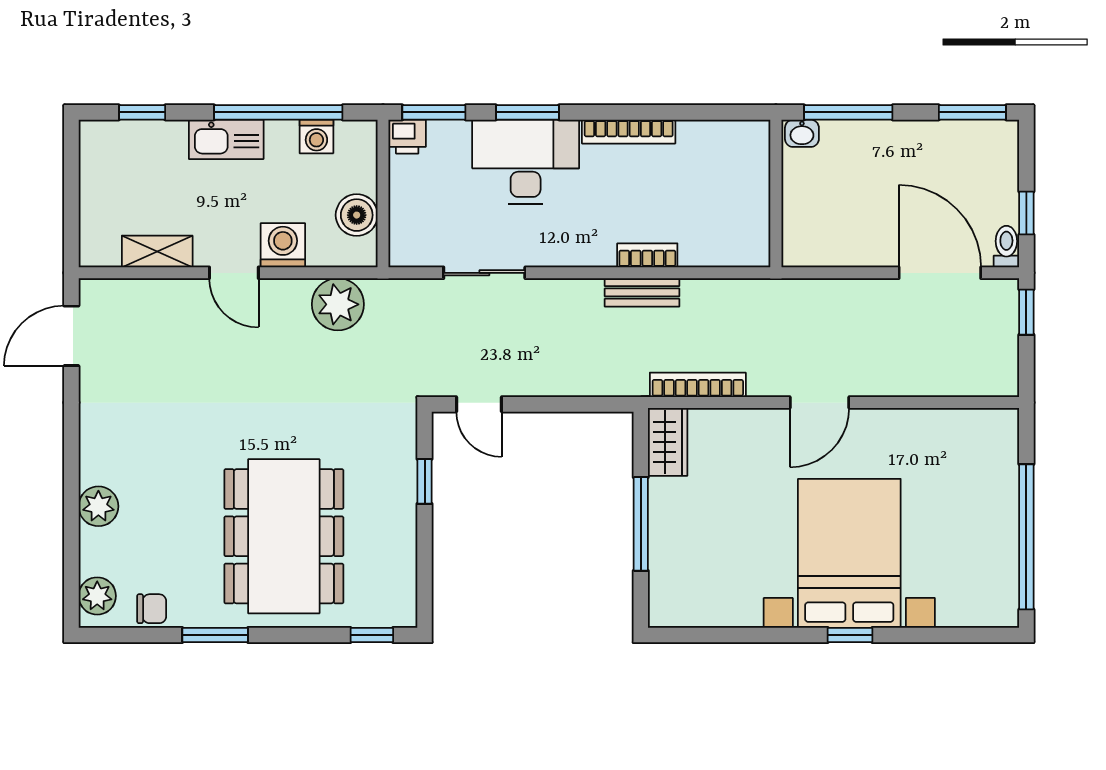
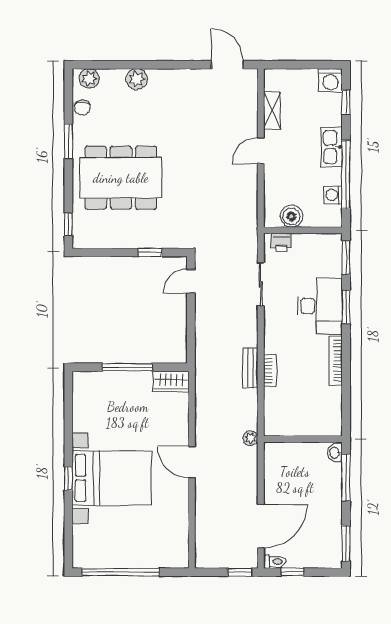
printer: (407, 137) -> (281, 242), moved, turned -90
washing machine: (283, 245) -> (330, 80), moved, turned 90
plant: (338, 304) -> (251, 438), moved, width x0.53, depth x0.53
bookcase: (698, 385) -> (201, 398), removed

